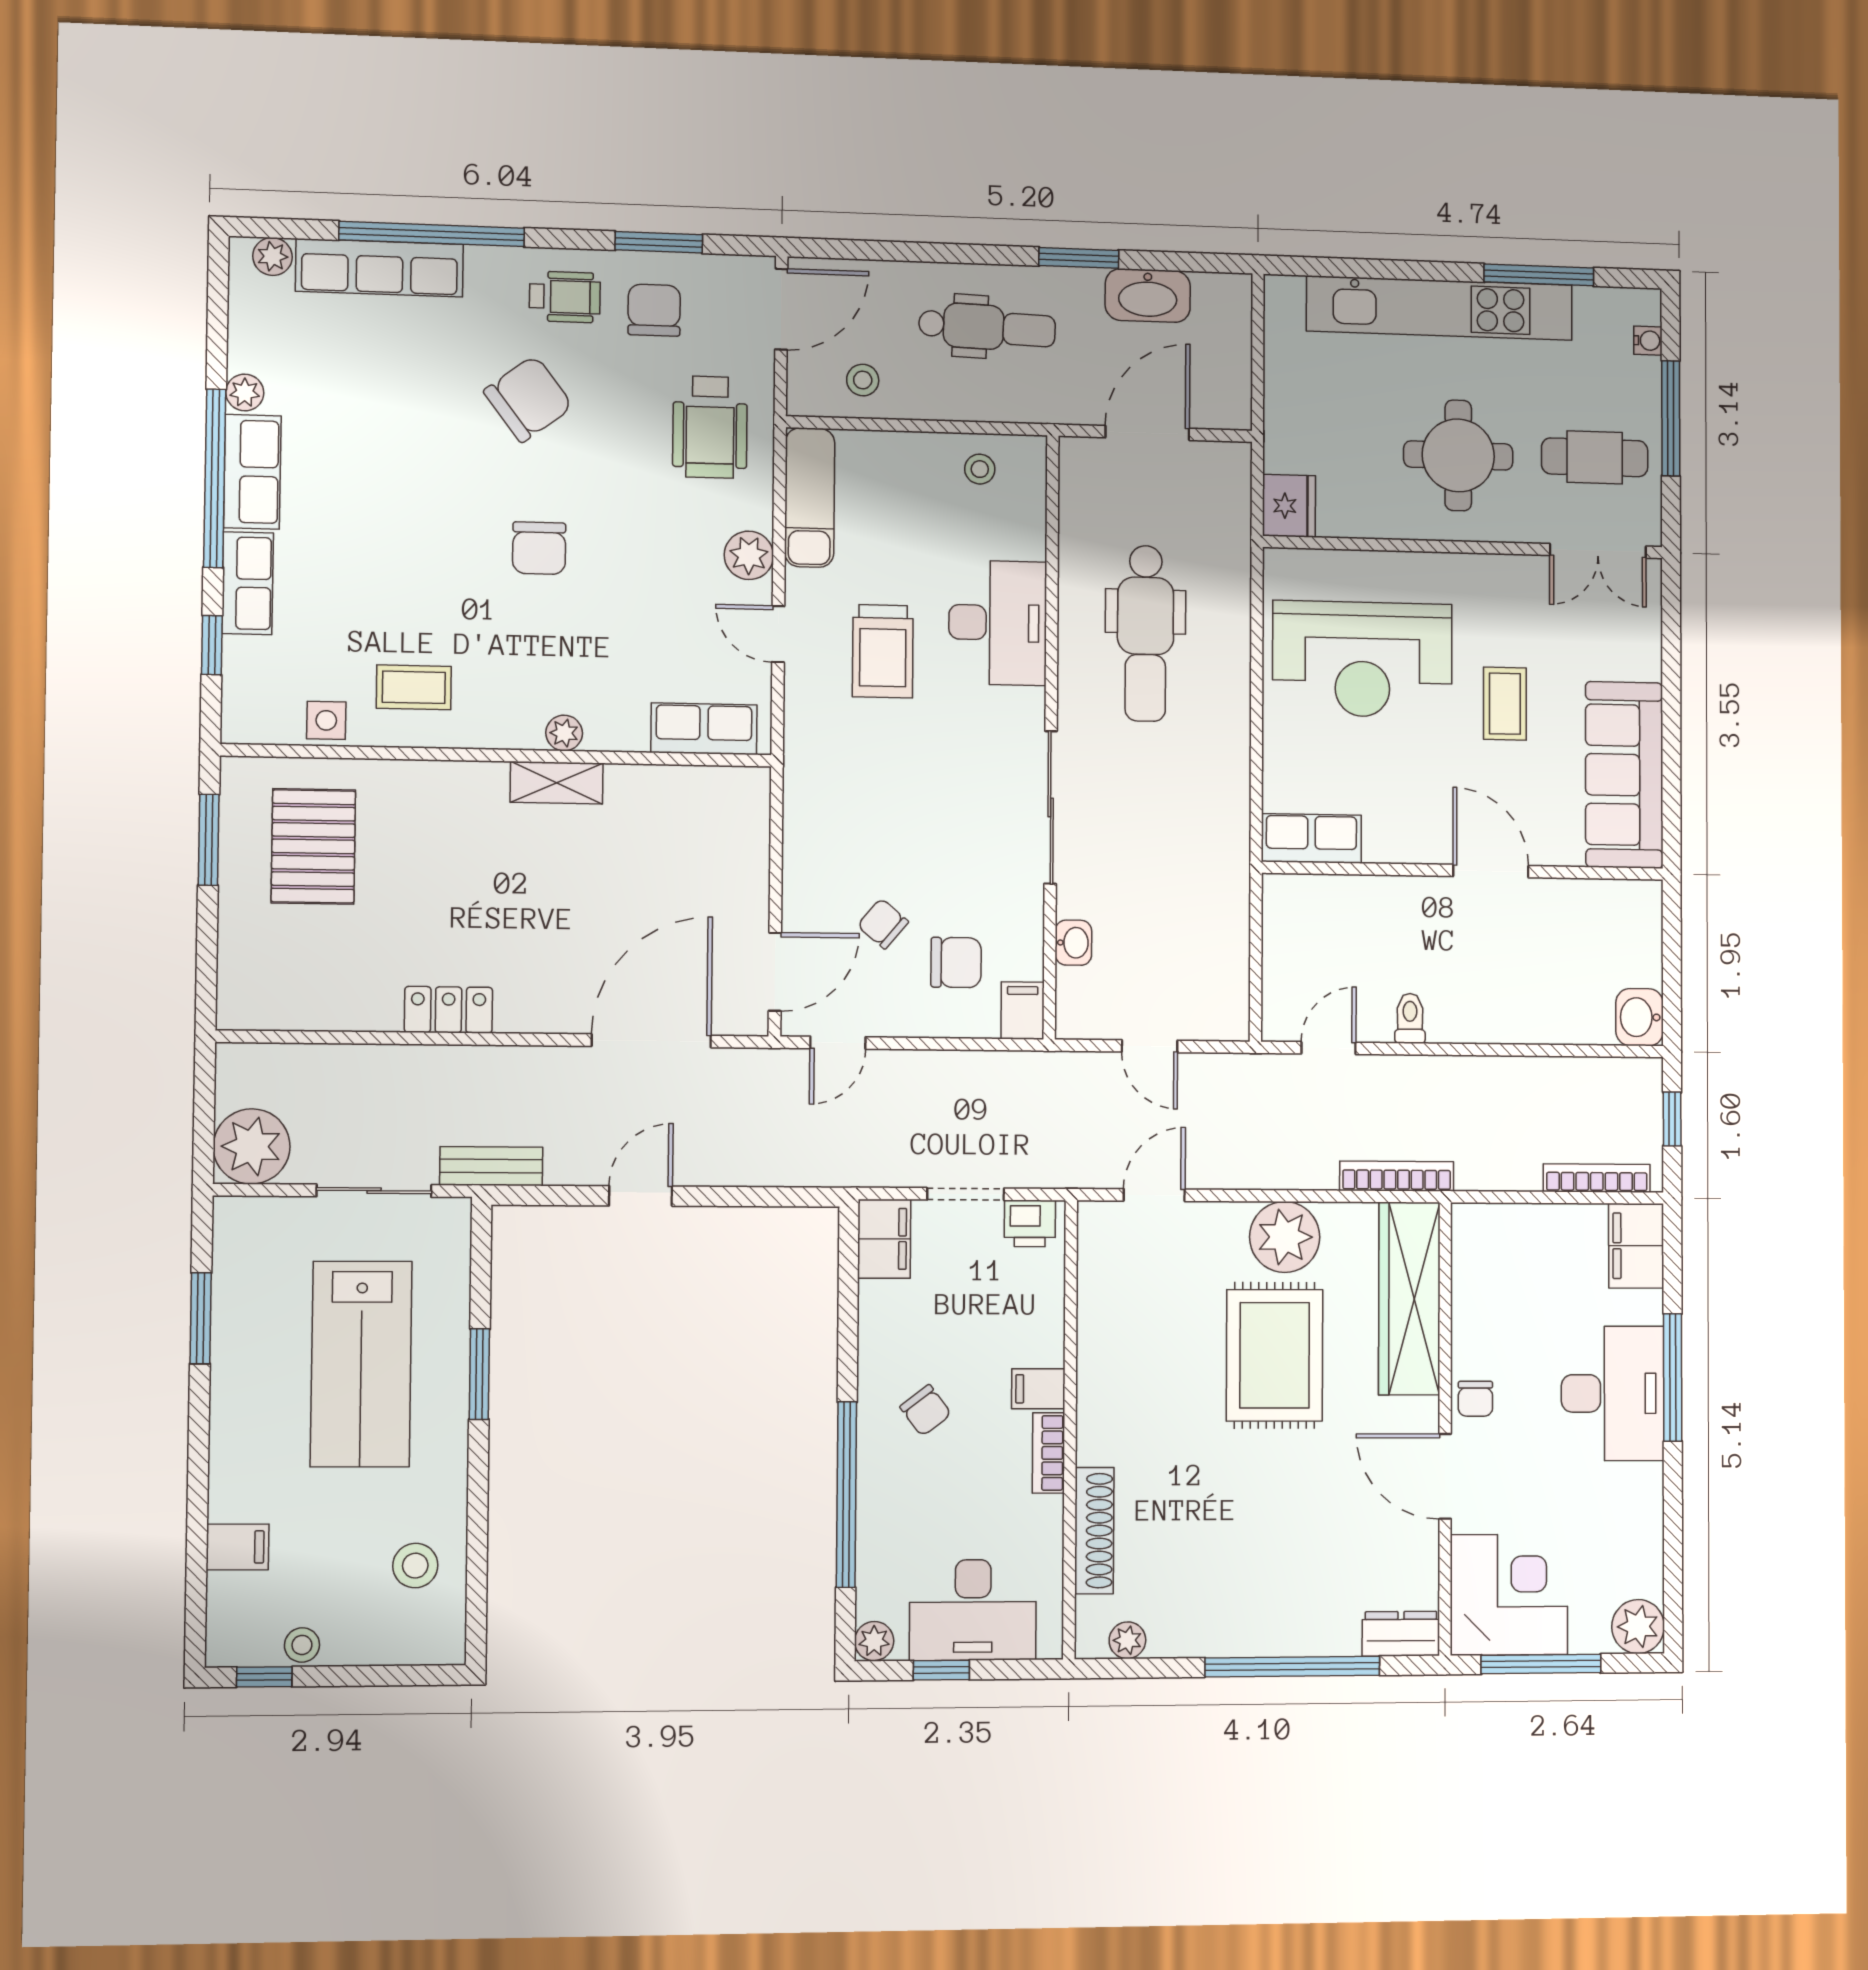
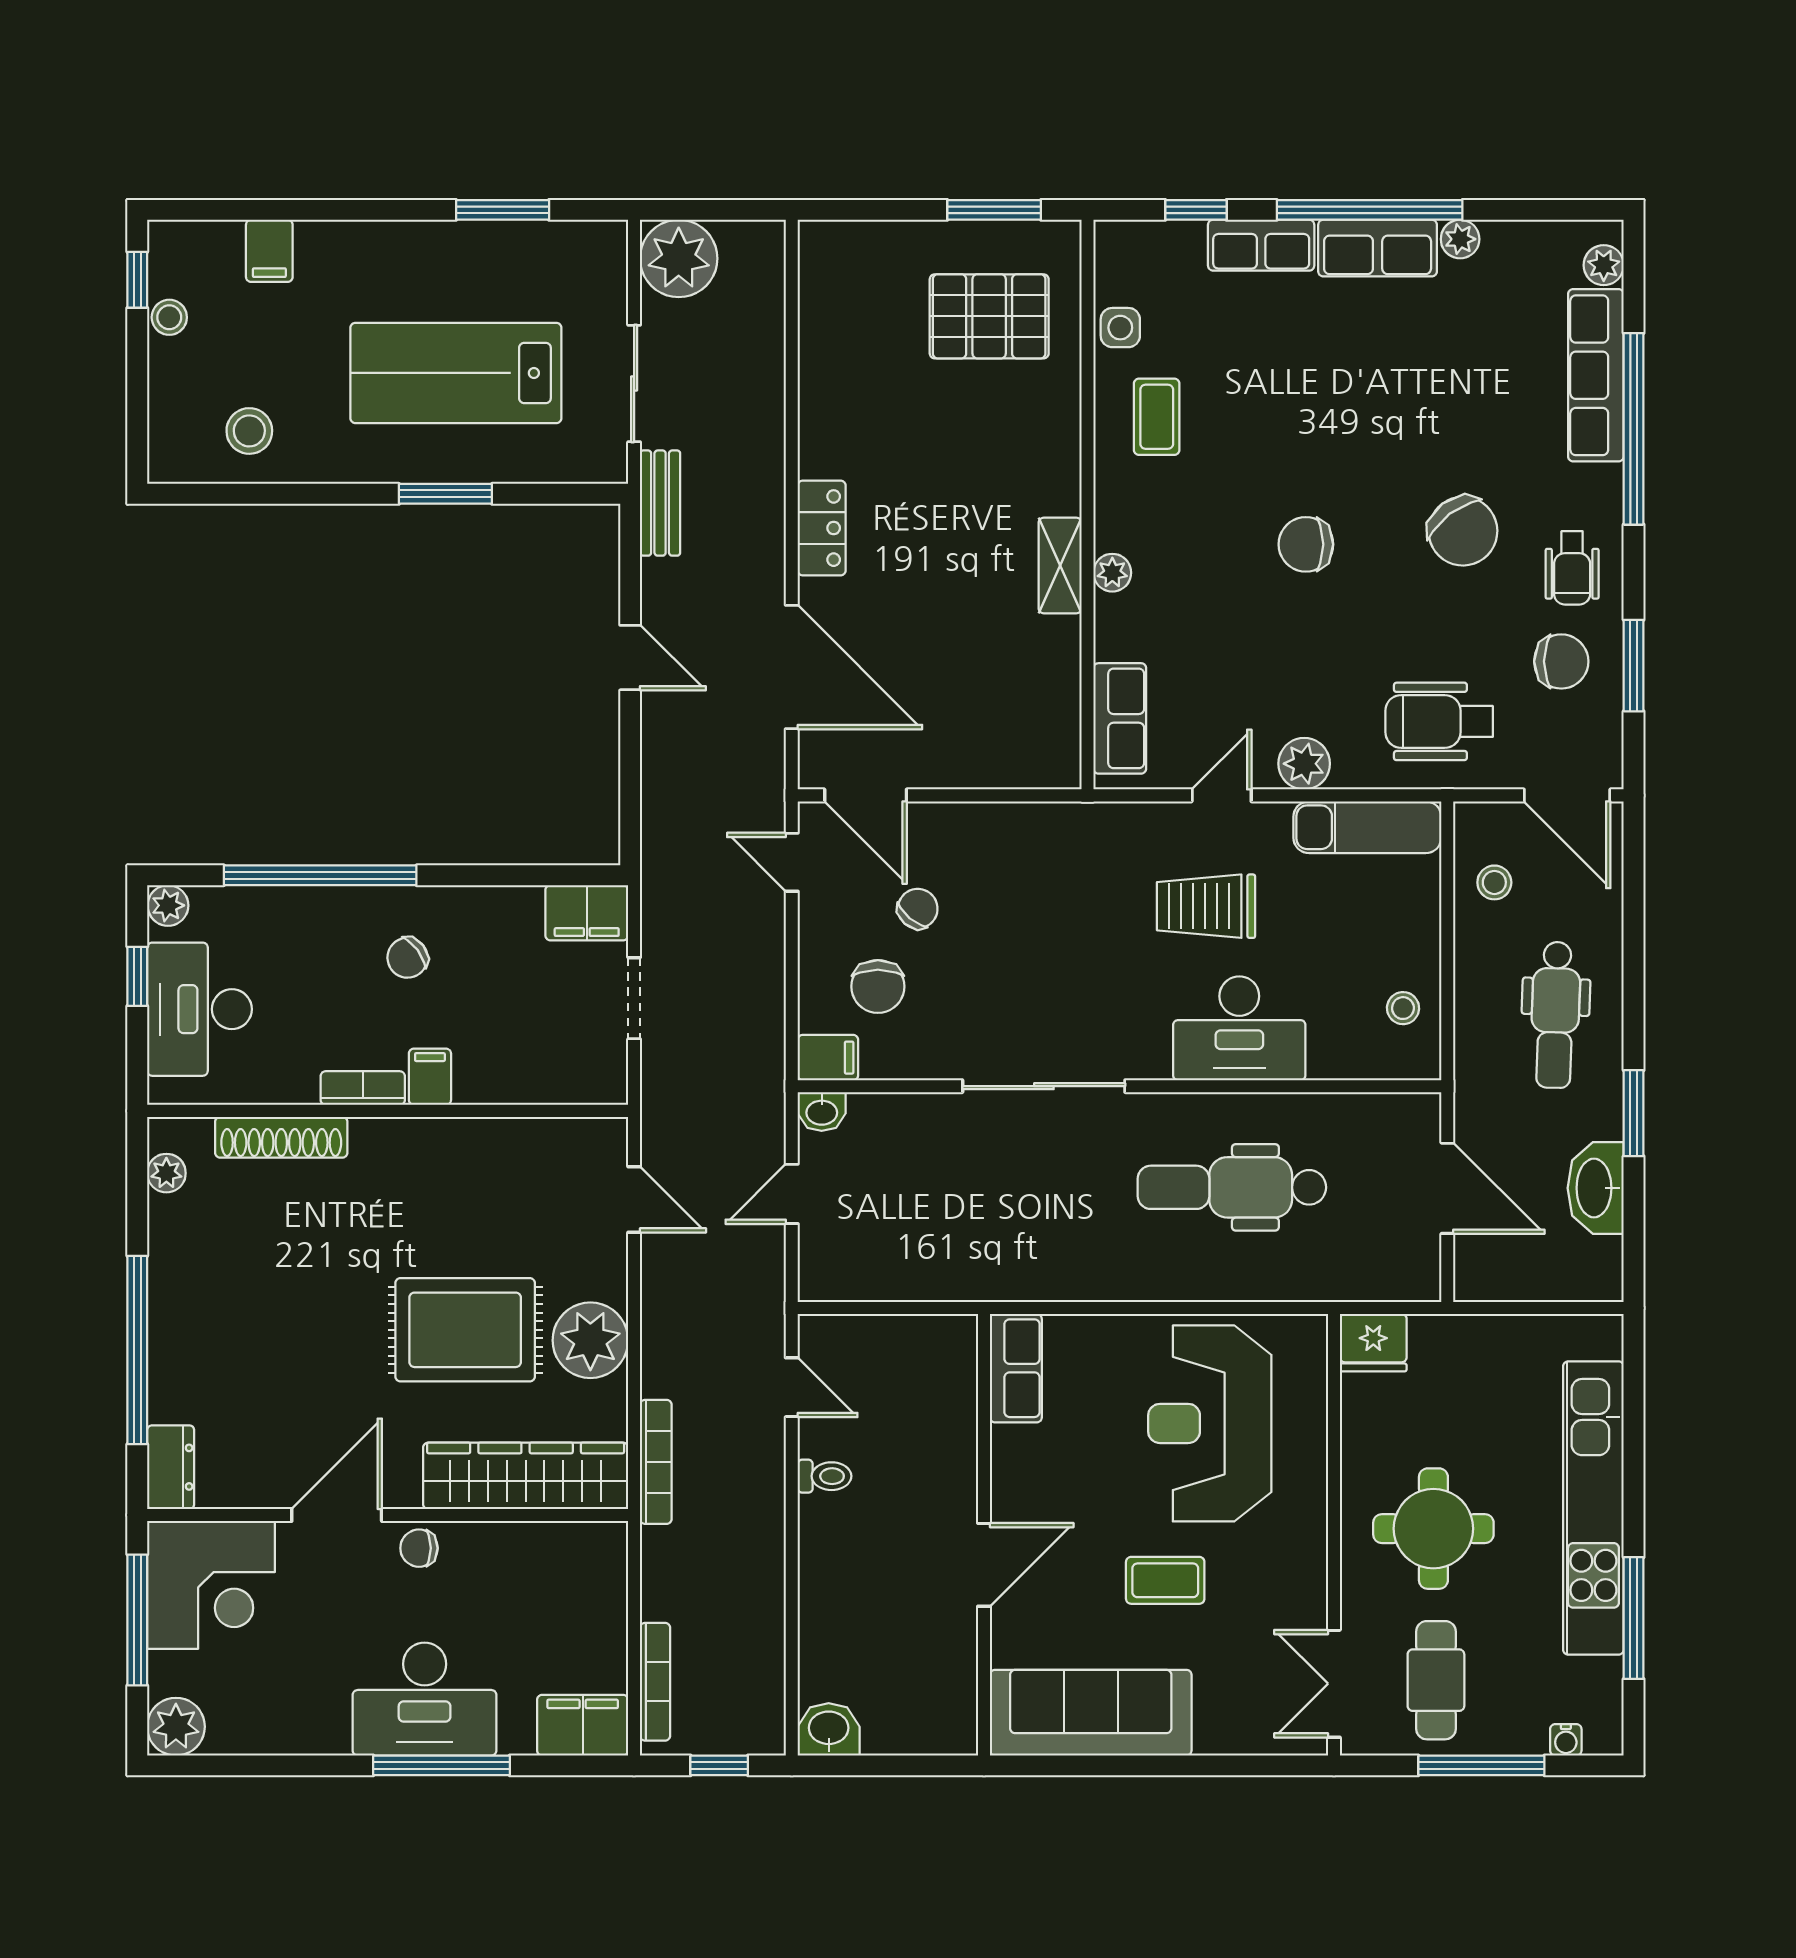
washbasin: (1073, 943) -> (822, 1112), moved
locker: (448, 1010) -> (822, 528), moved
printer: (1030, 1223) -> (604, 1067), removed

